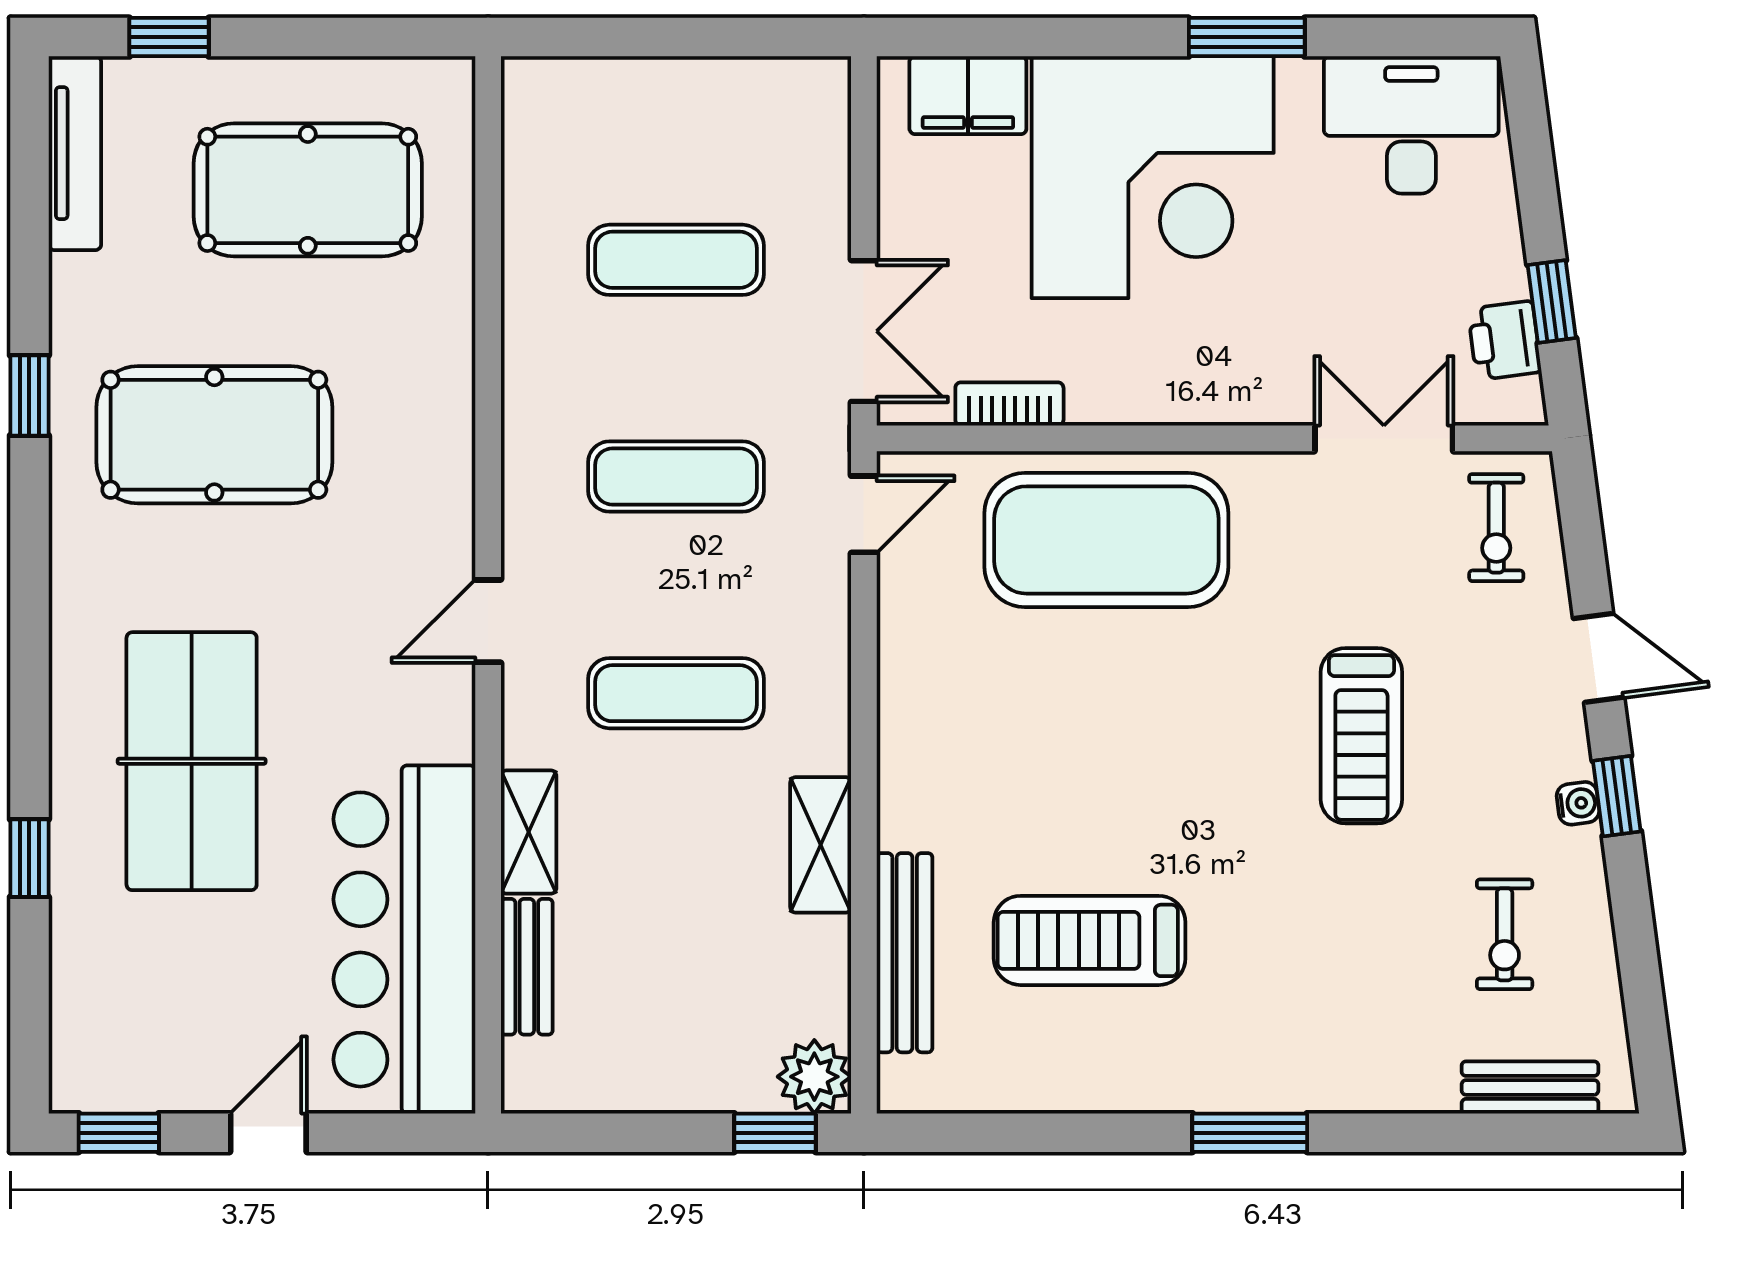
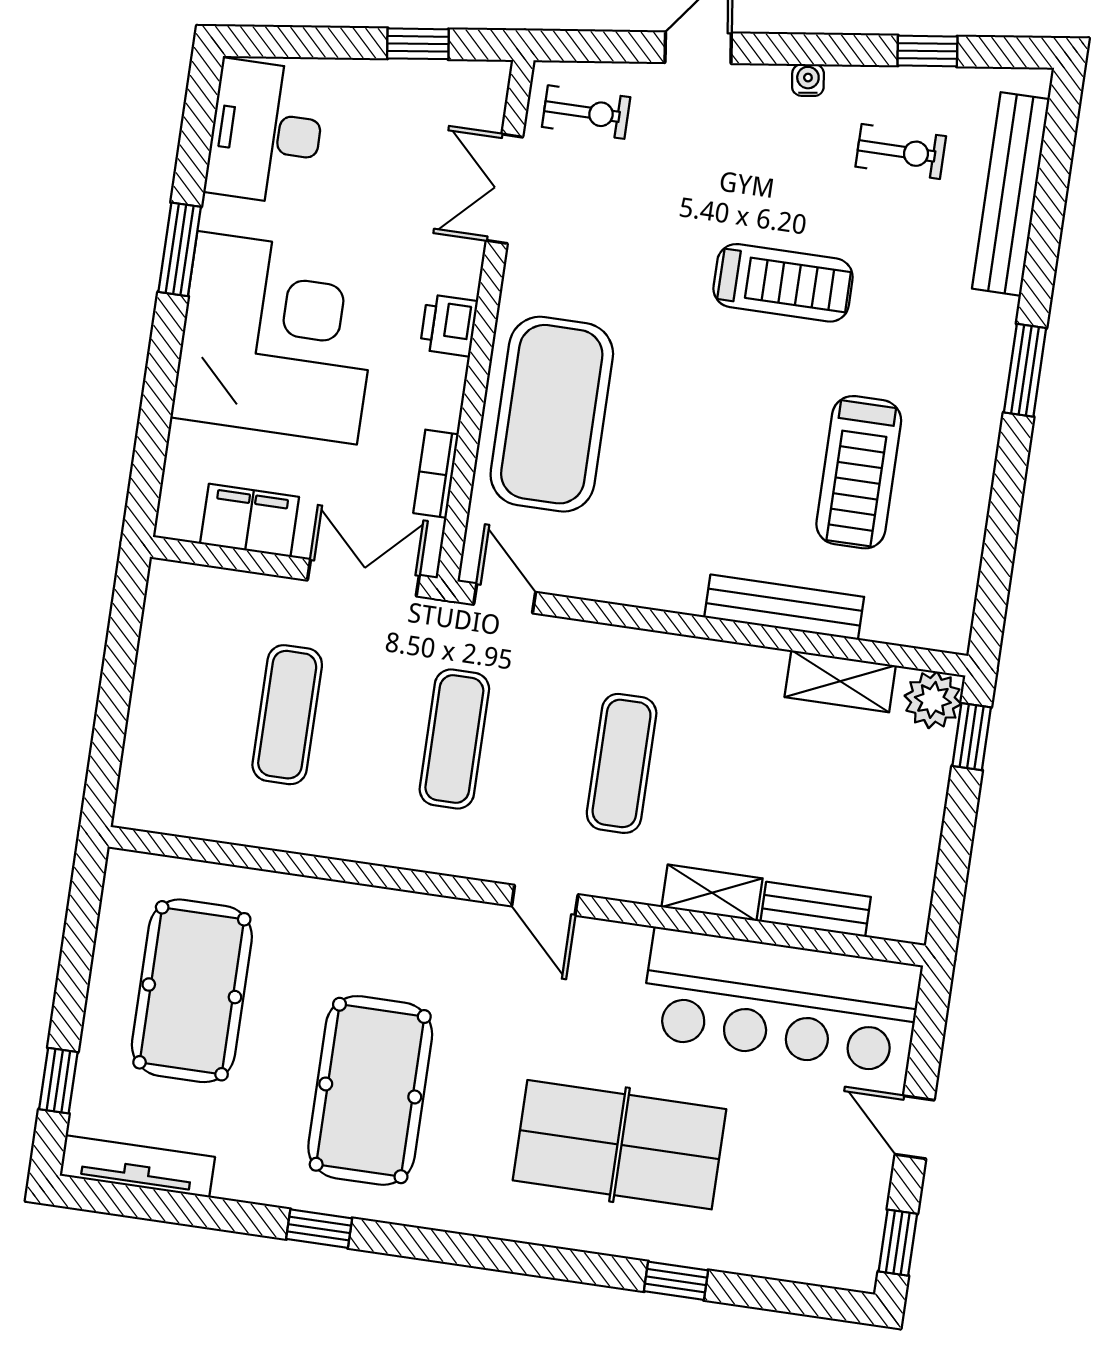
filing cabinet: (968, 95) -> (250, 520), moved, turned -90
printer: (1505, 340) -> (449, 325), moved, turned 97
treadmill: (1361, 736) -> (783, 283), moved
window: (1617, 796) -> (927, 51), moved
shelving: (821, 845) -> (840, 681), moved
bench: (905, 953) -> (784, 607), moved
bench: (1530, 1087) -> (1011, 194), width x1.86, depth x1.21

